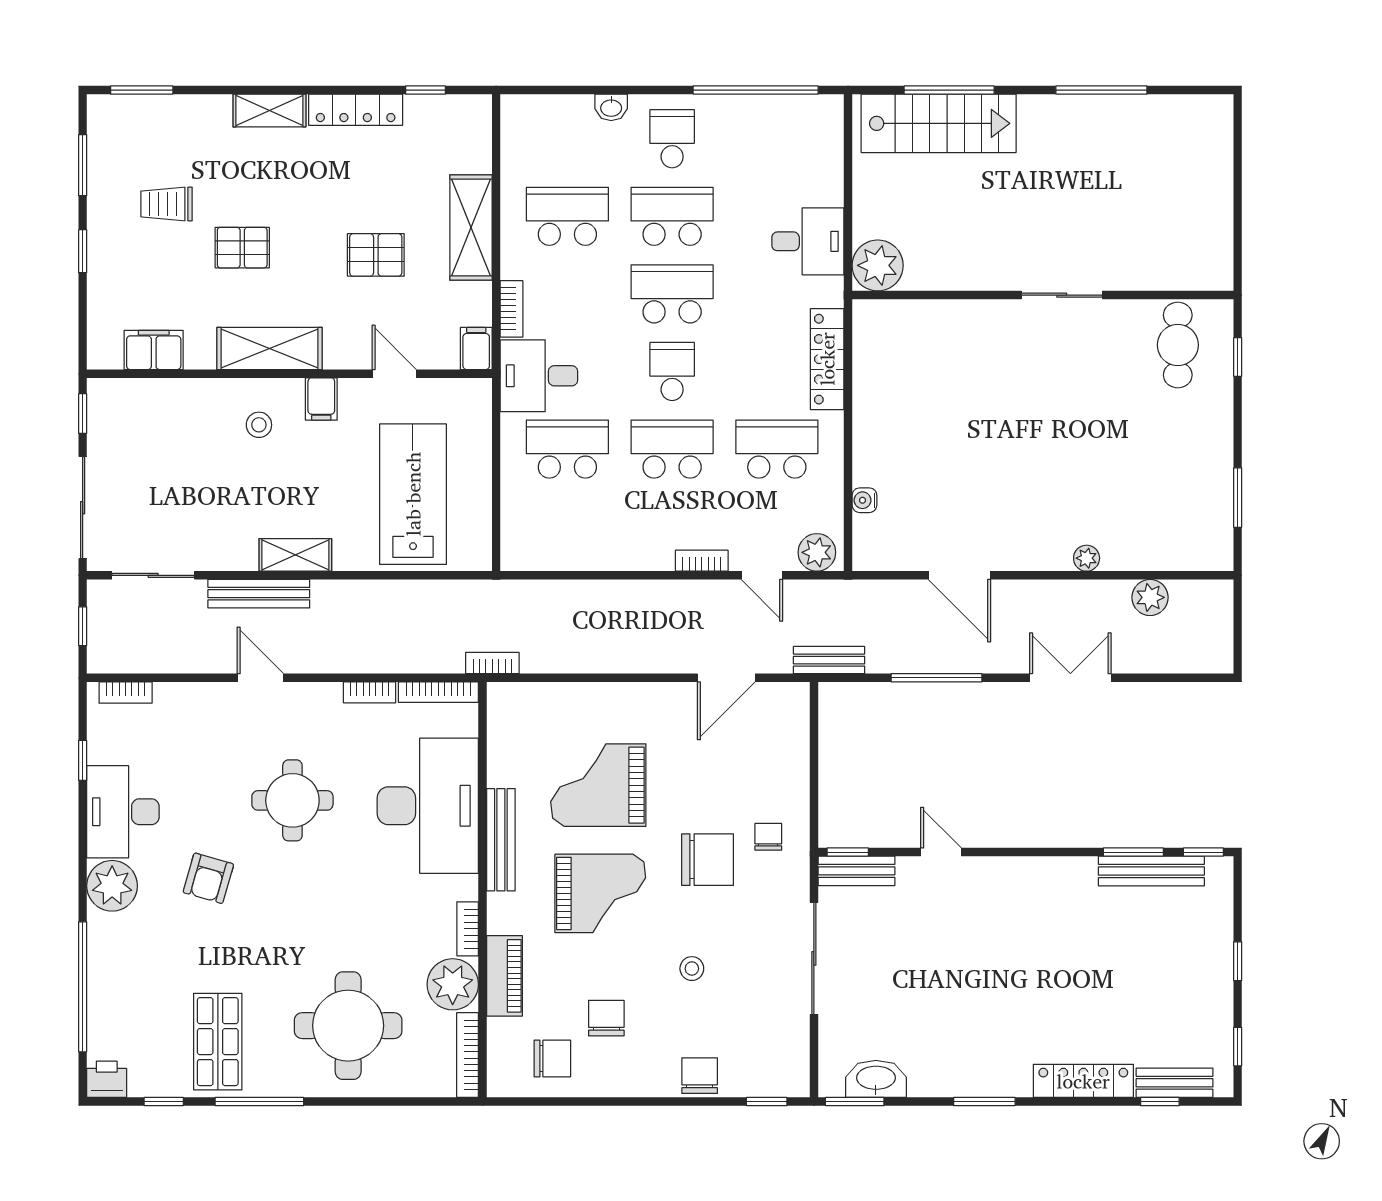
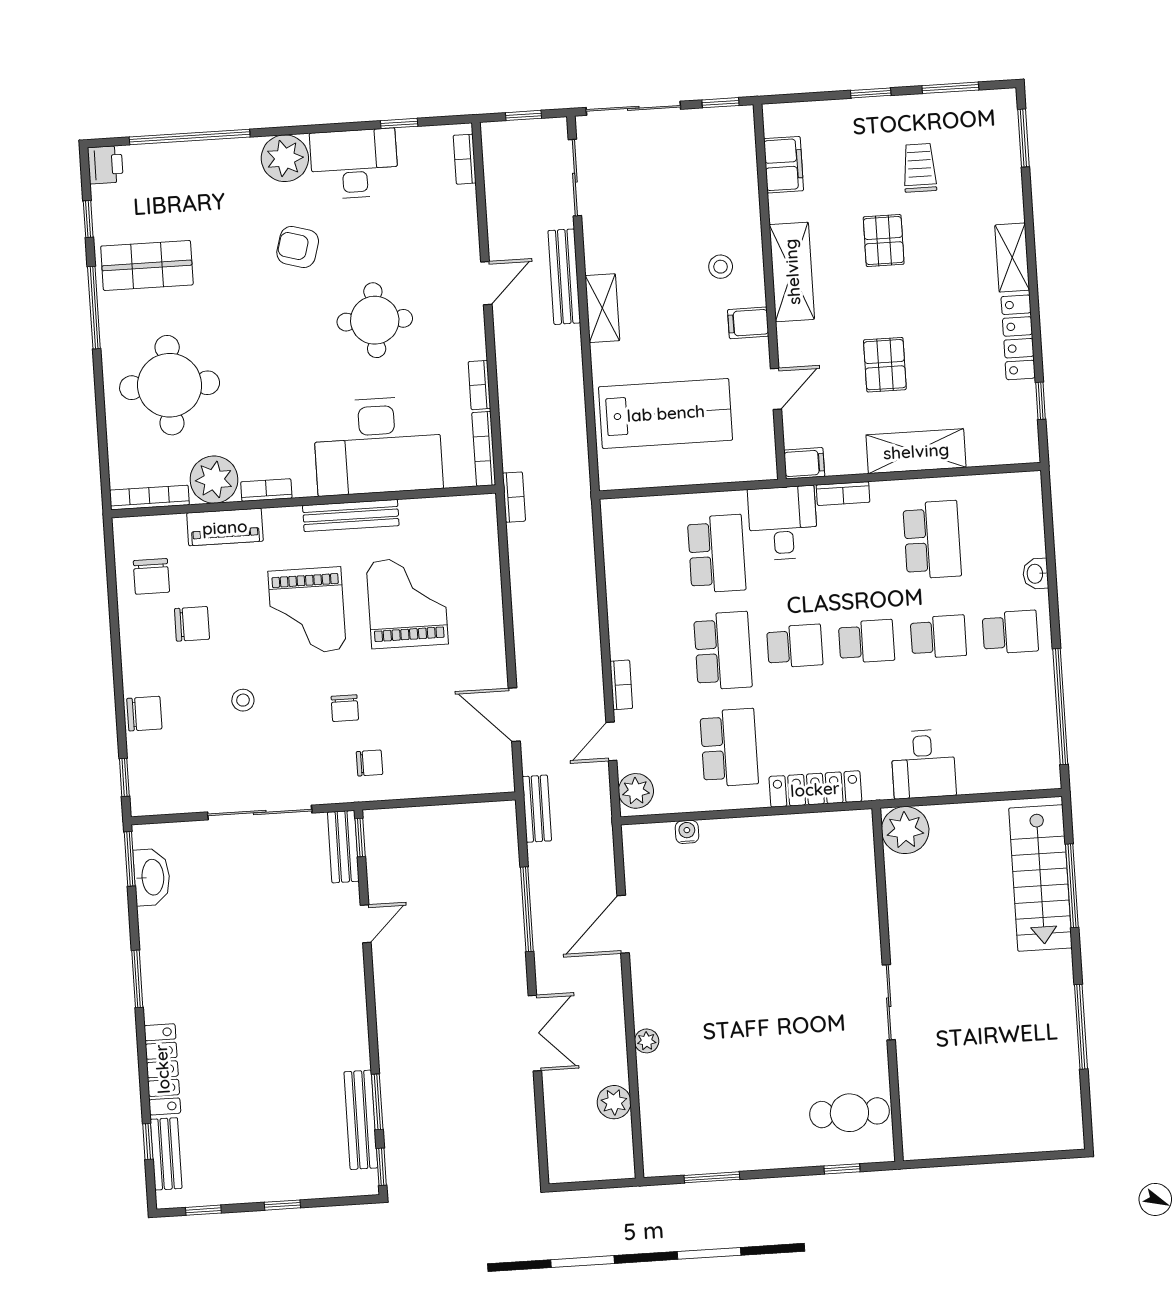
school desk: (672, 216) -> (938, 637), width x0.54
school desk: (672, 294) -> (867, 641), width x0.54
chair: (708, 860) -> (345, 708), width x0.54, depth x0.54

